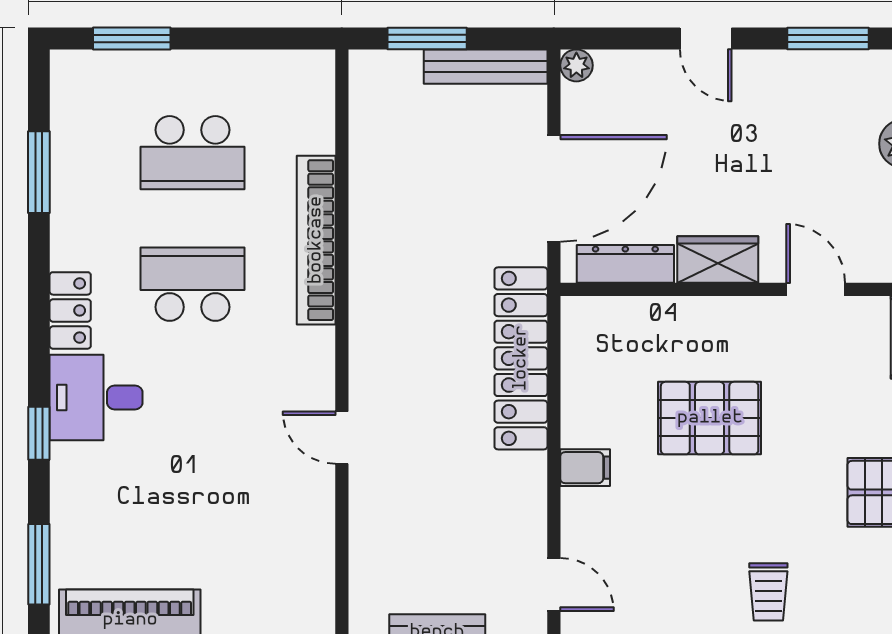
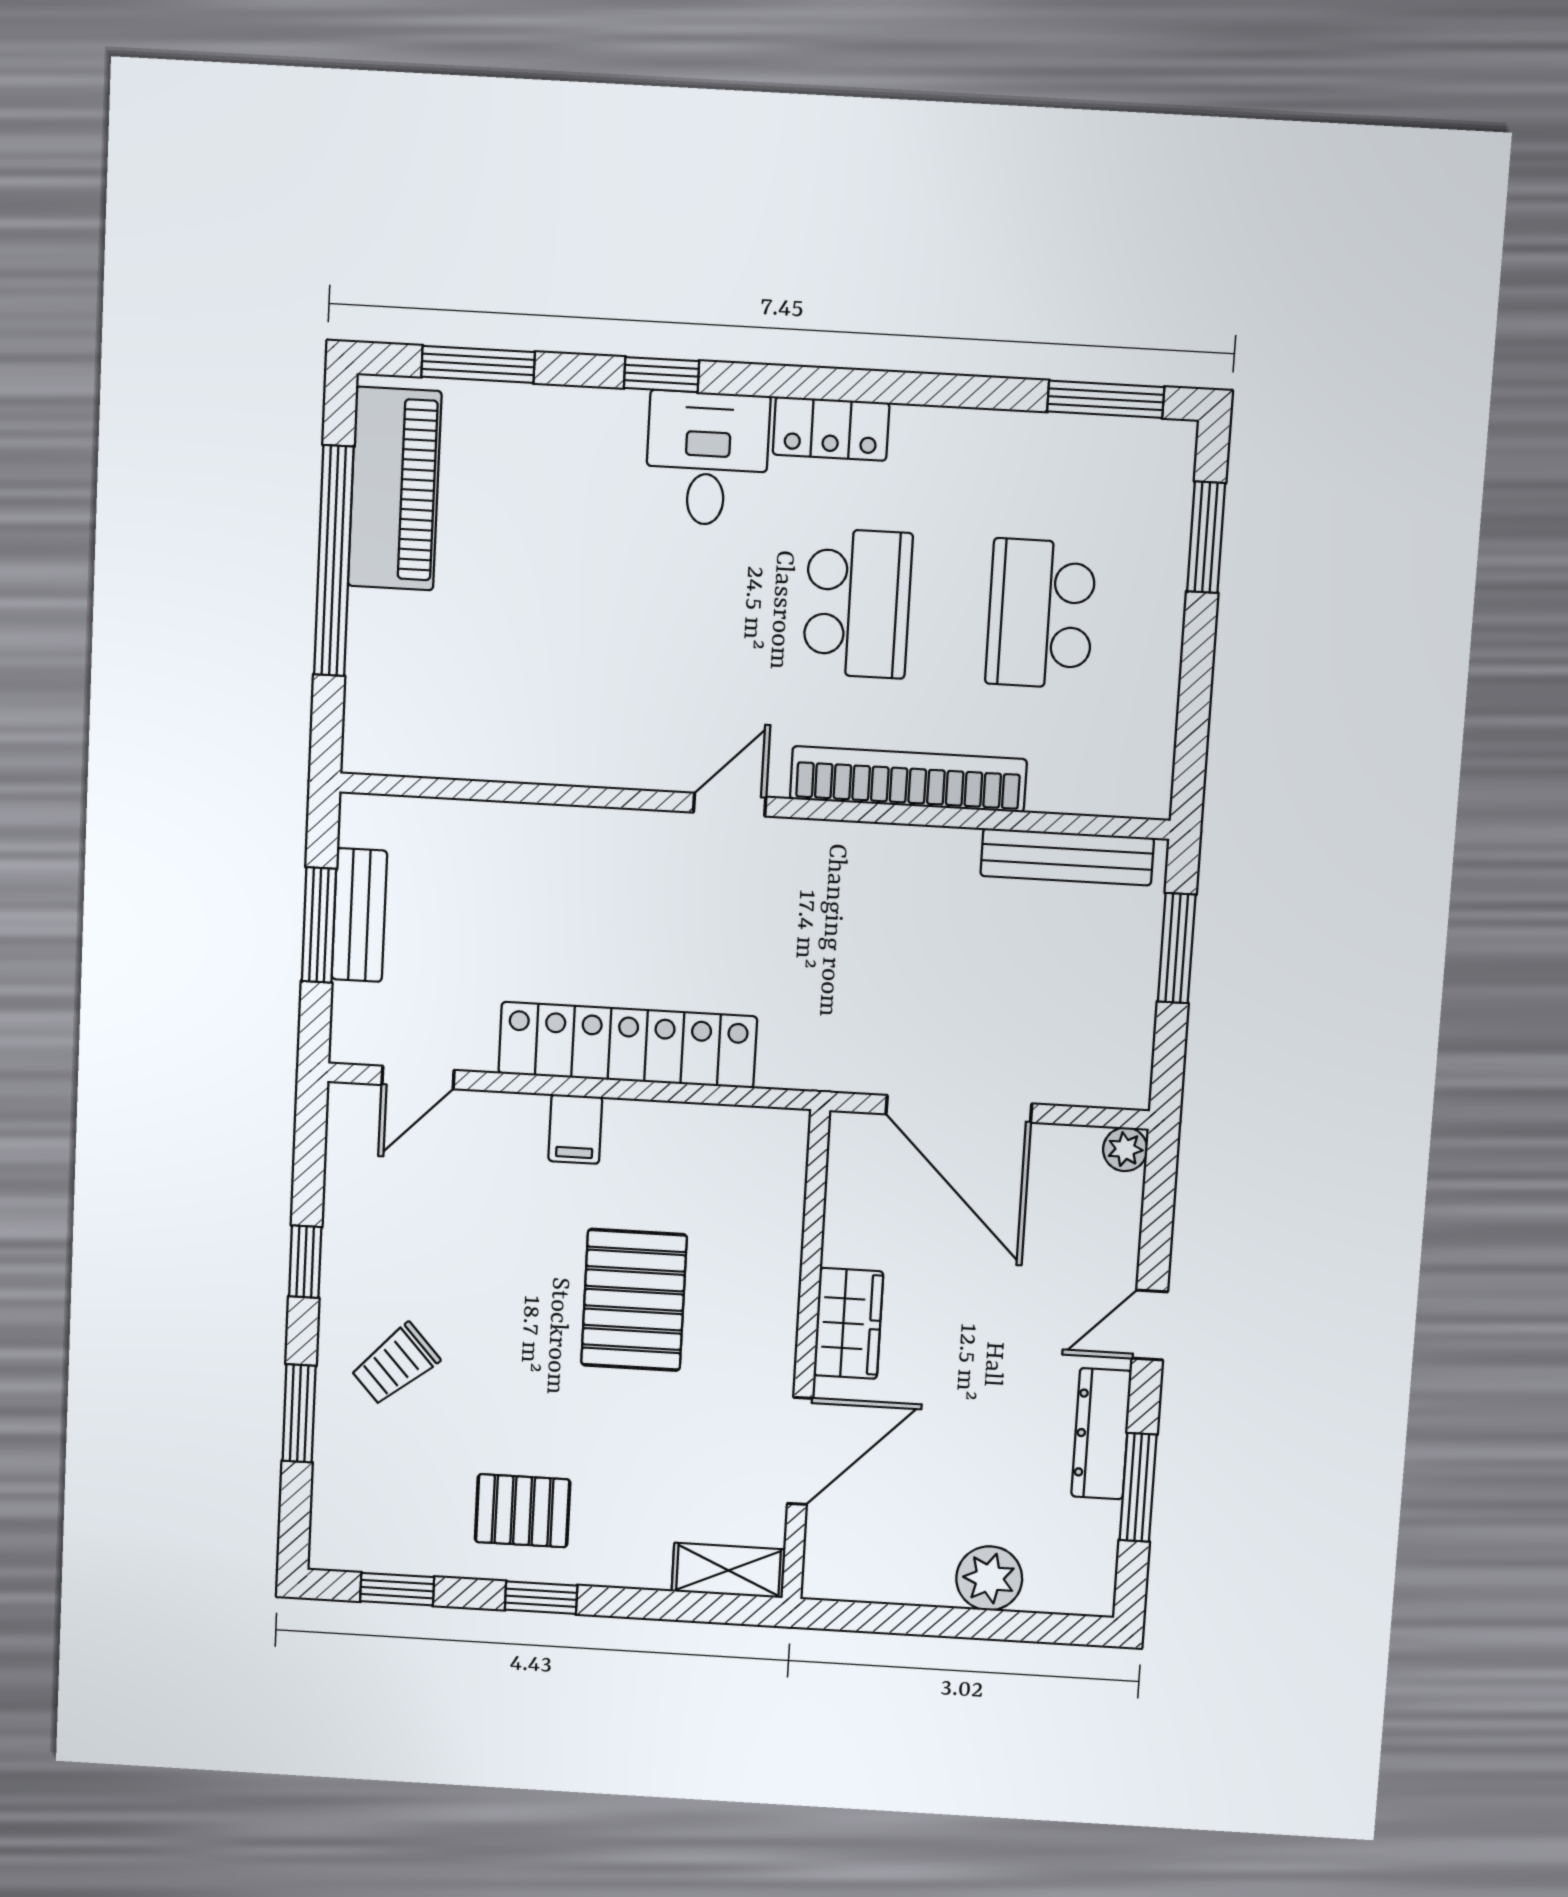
bench: (486, 67) -> (1067, 857), moved, turned 90
window: (39, 172) -> (1106, 399), moved
dresser: (625, 264) -> (1101, 1434), moved, turned 180
door: (816, 289) -> (800, 1451), width x1.38
locker: (521, 358) -> (628, 1045), moved
door: (342, 438) -> (730, 805), moved
trolley: (768, 592) -> (395, 1364), turned -42

